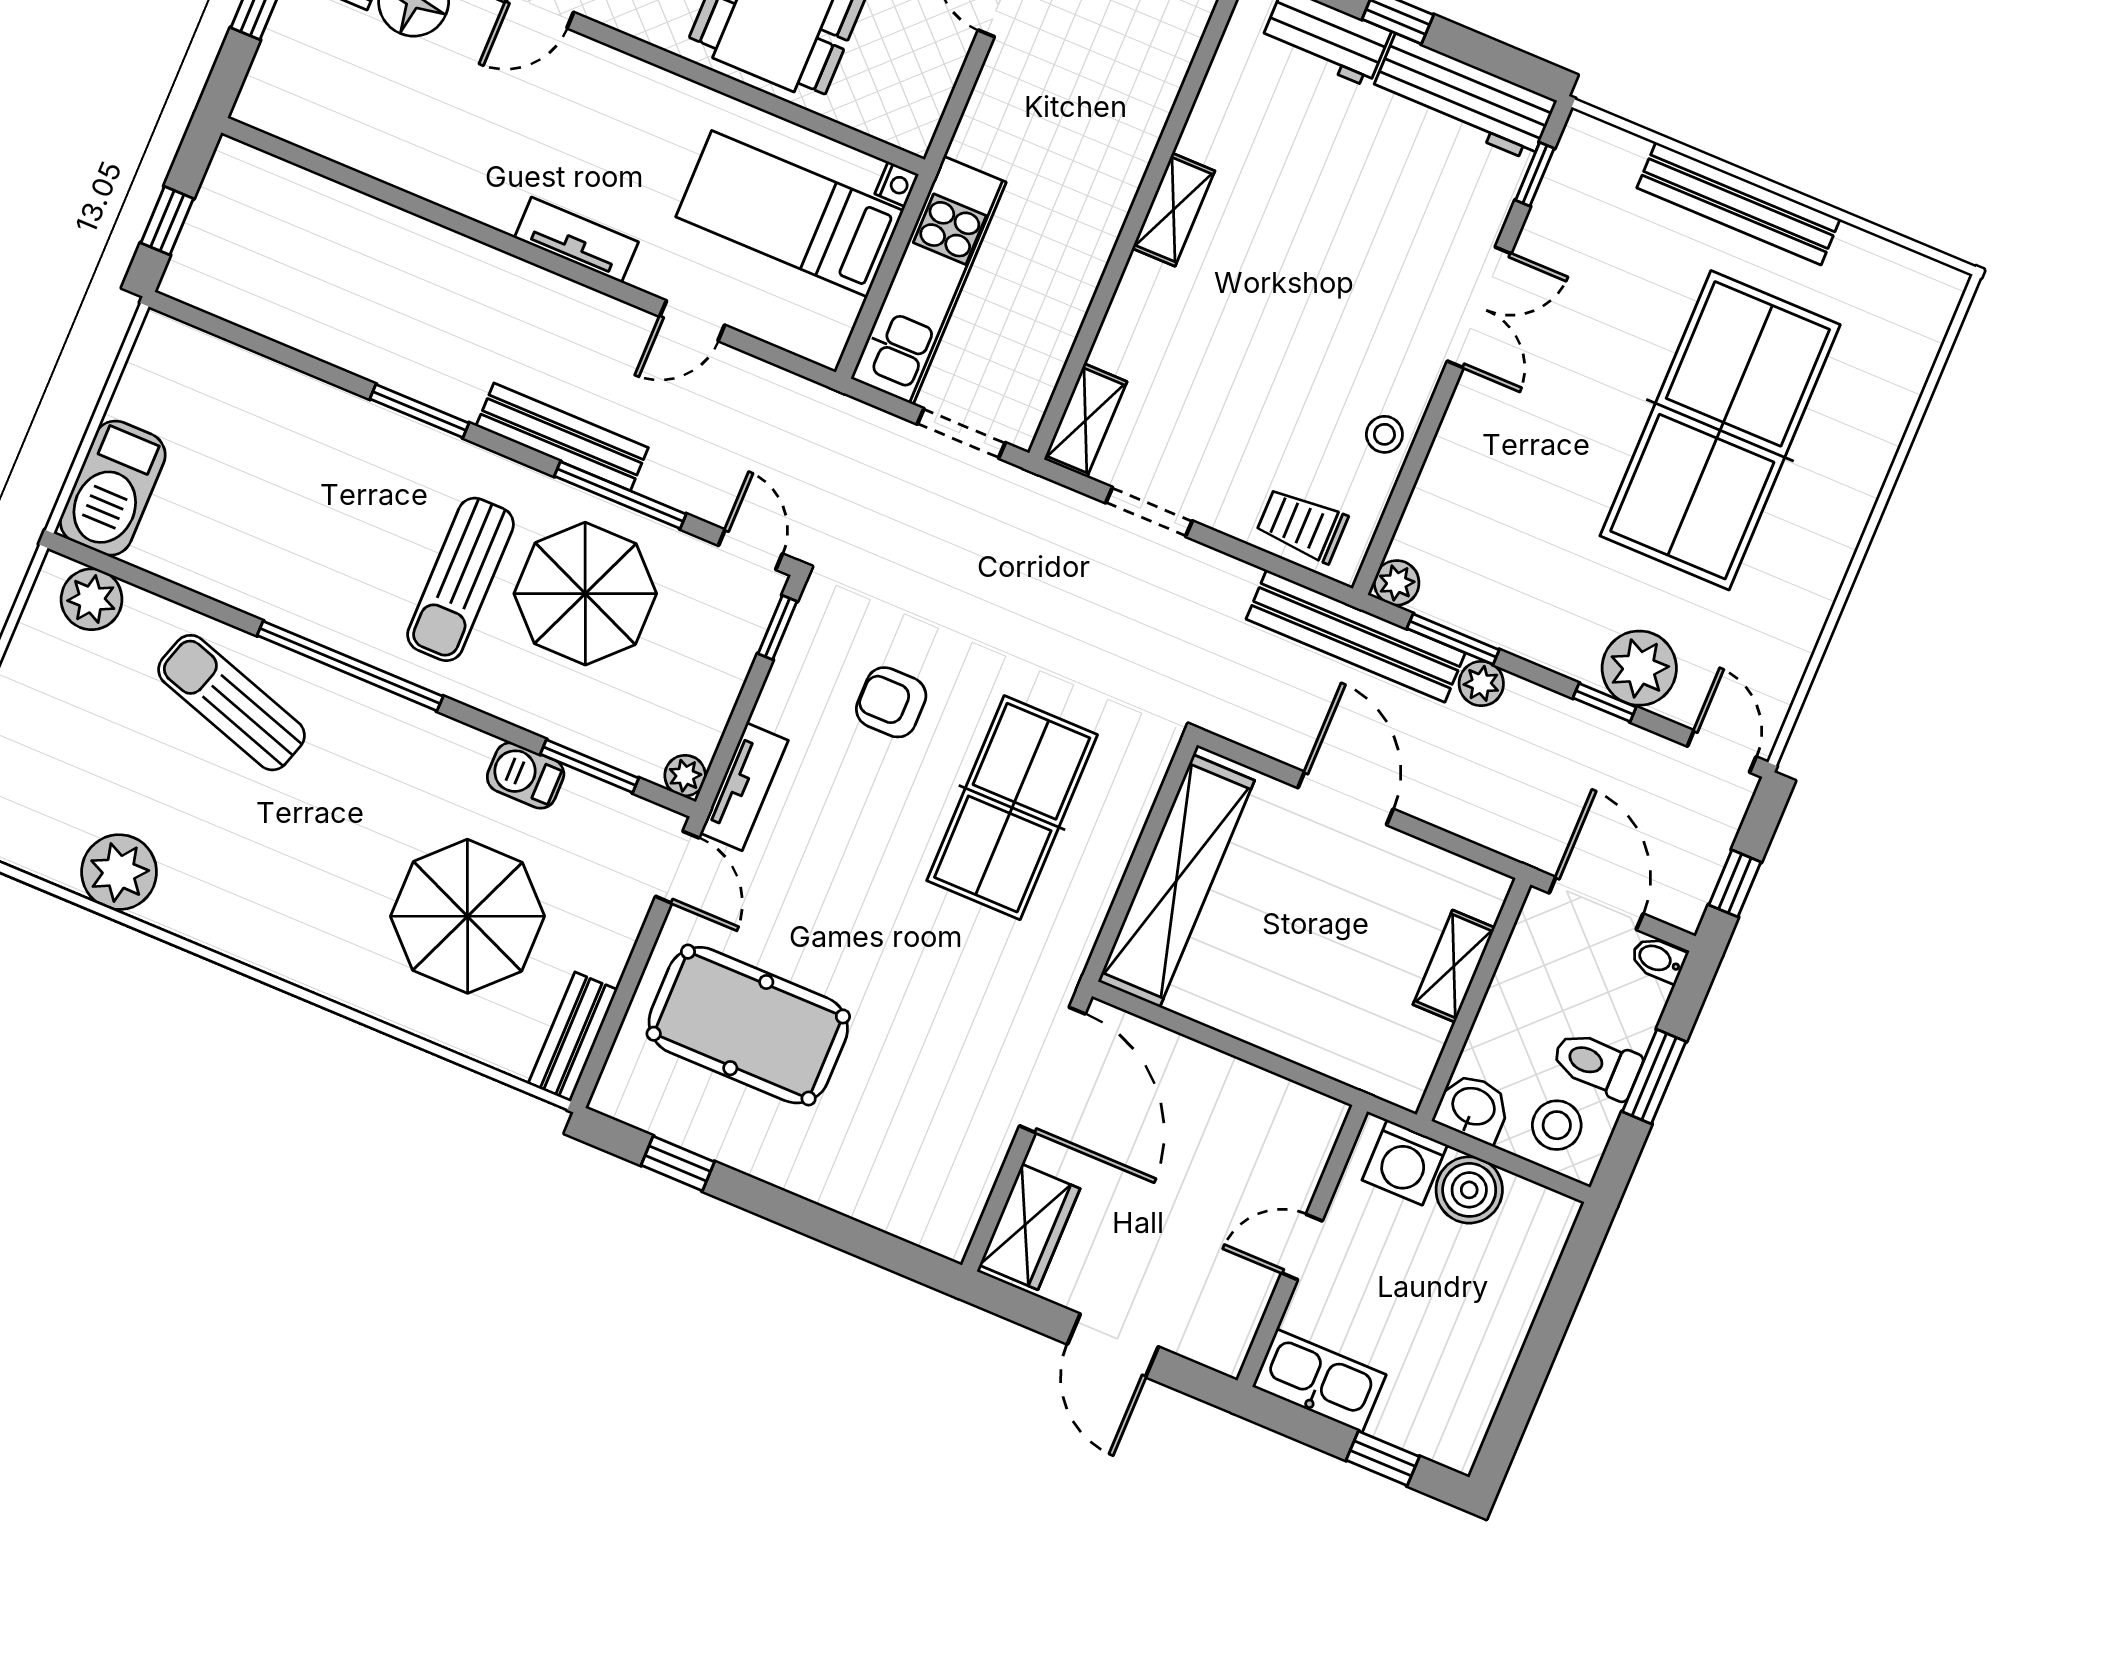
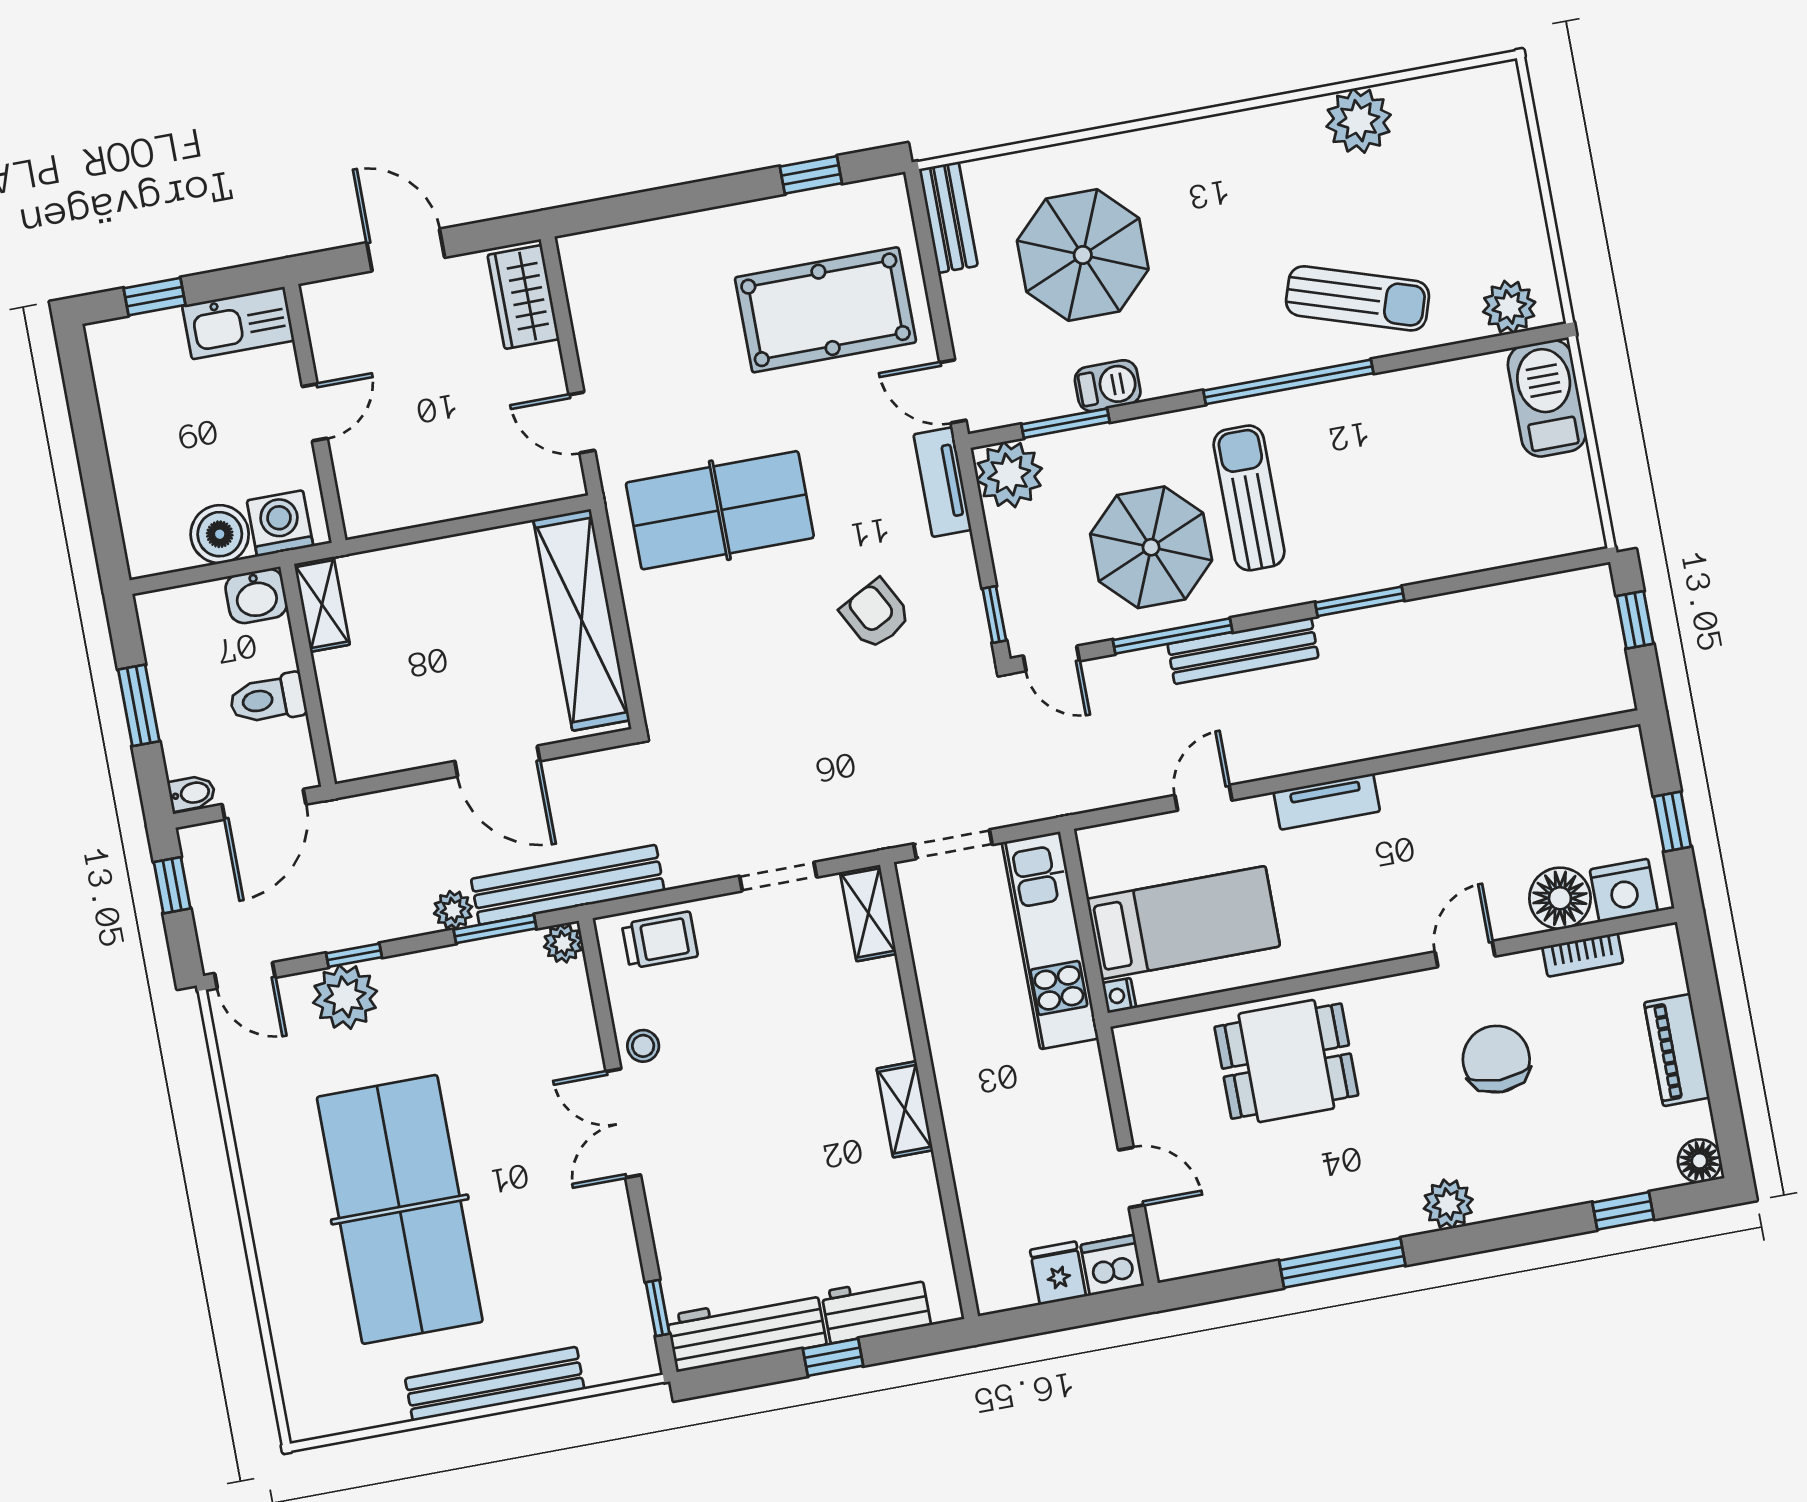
double door: (1479, 307) -> (623, 1123), moved
armchair: (891, 702) -> (876, 614), turned -118
plant: (685, 776) -> (1009, 474), width x1.88, depth x1.88
table tennis table: (1012, 808) -> (720, 510), moved, turned 90
door: (1596, 903) -> (264, 804), hinge flipped
shelving: (1454, 966) -> (322, 604), moved
toilet: (1597, 1064) -> (268, 699), moved, turned 180
door: (1052, 1070) -> (582, 422), width x0.53
stool: (1557, 1125) -> (187, 623), removed

